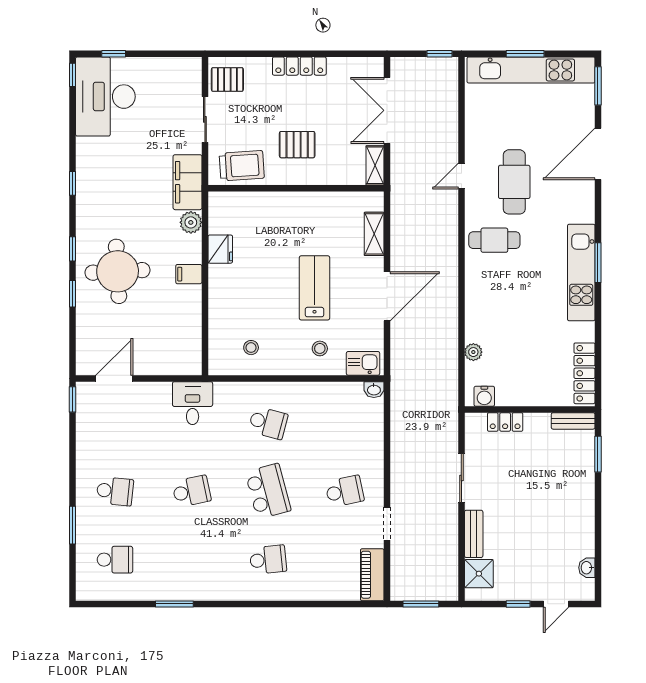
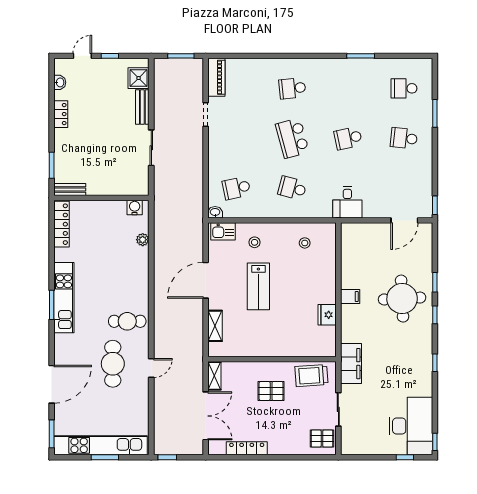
locker: (299, 66) -> (247, 448), moved
plant: (191, 222) -> (349, 334), removed
locker: (505, 422) -> (61, 114), moved, turned 90
school desk: (345, 491) -> (236, 188), moved

